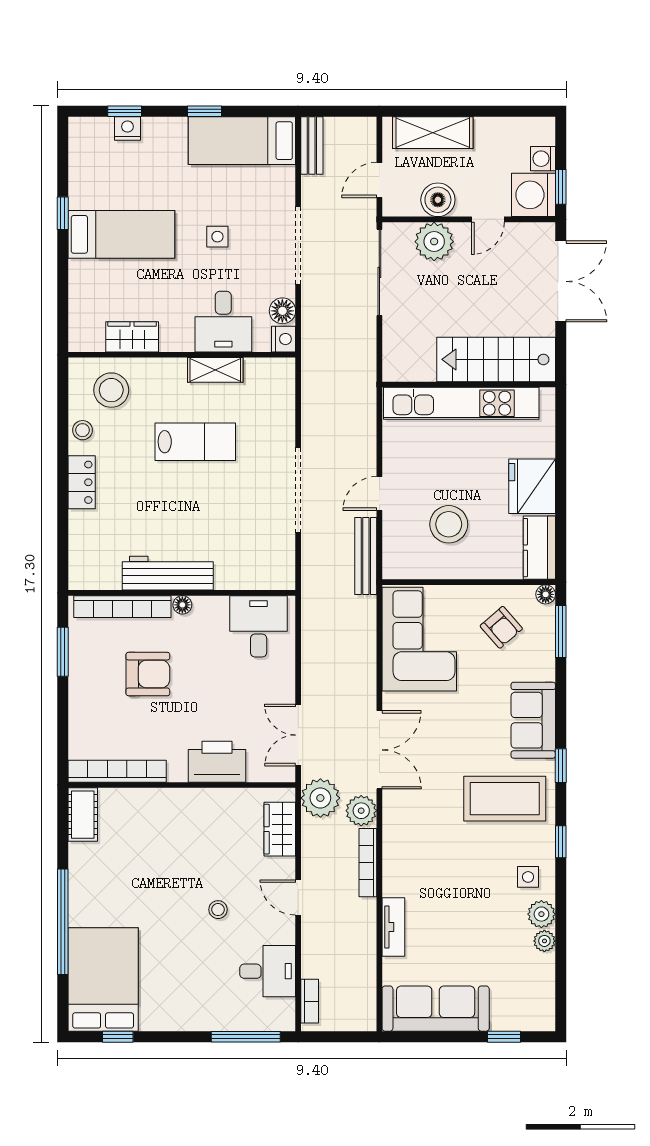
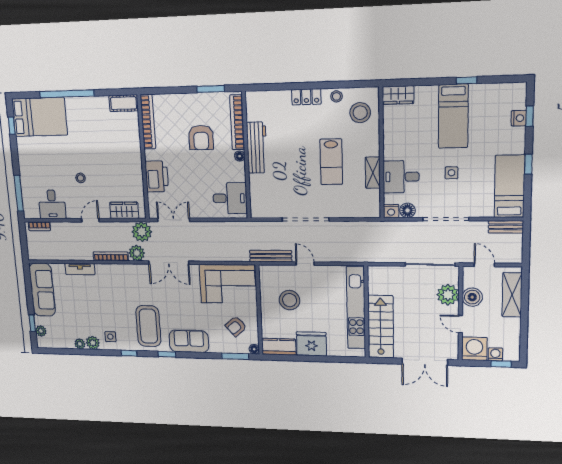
window: (561, 187) -> (501, 364), moved
wardrobe: (132, 337) -> (398, 95), moved, turned 90
plant: (520, 1020) -> (41, 331), added

